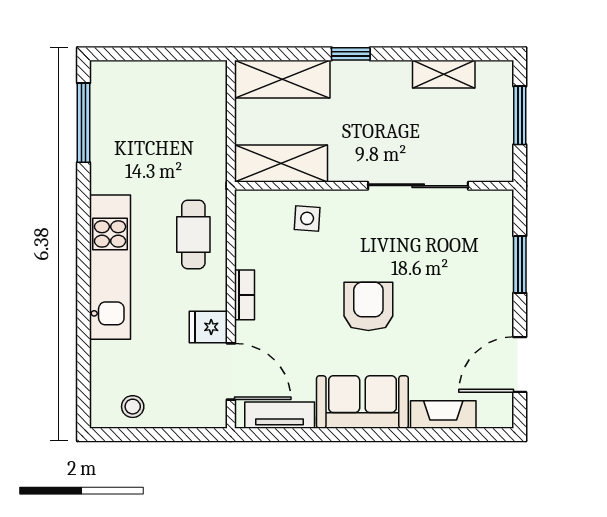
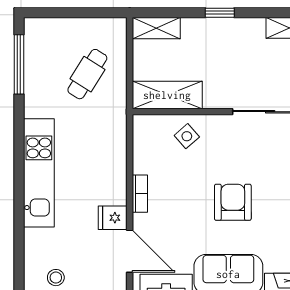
shelving: (282, 79) -> (156, 28), width x0.67, depth x0.75
side table: (307, 218) -> (187, 136), turned 45
cafe table: (193, 234) -> (87, 74), moved, turned 32

